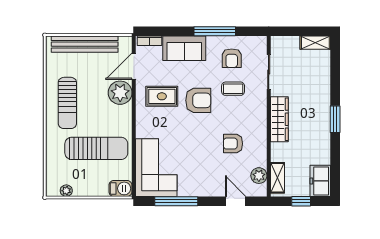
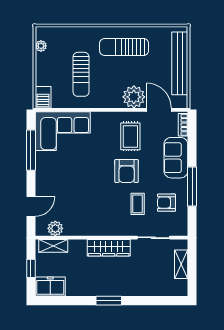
shelving: (315, 43) -> (181, 264), moved
armchair: (233, 144) -> (86, 204), removed
sun lounger: (96, 148) -> (81, 74), width x0.73, depth x0.75

